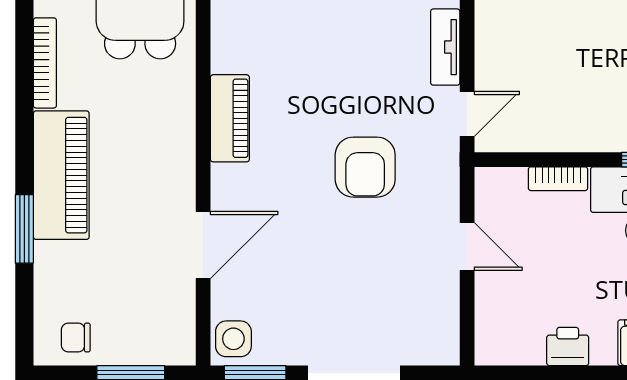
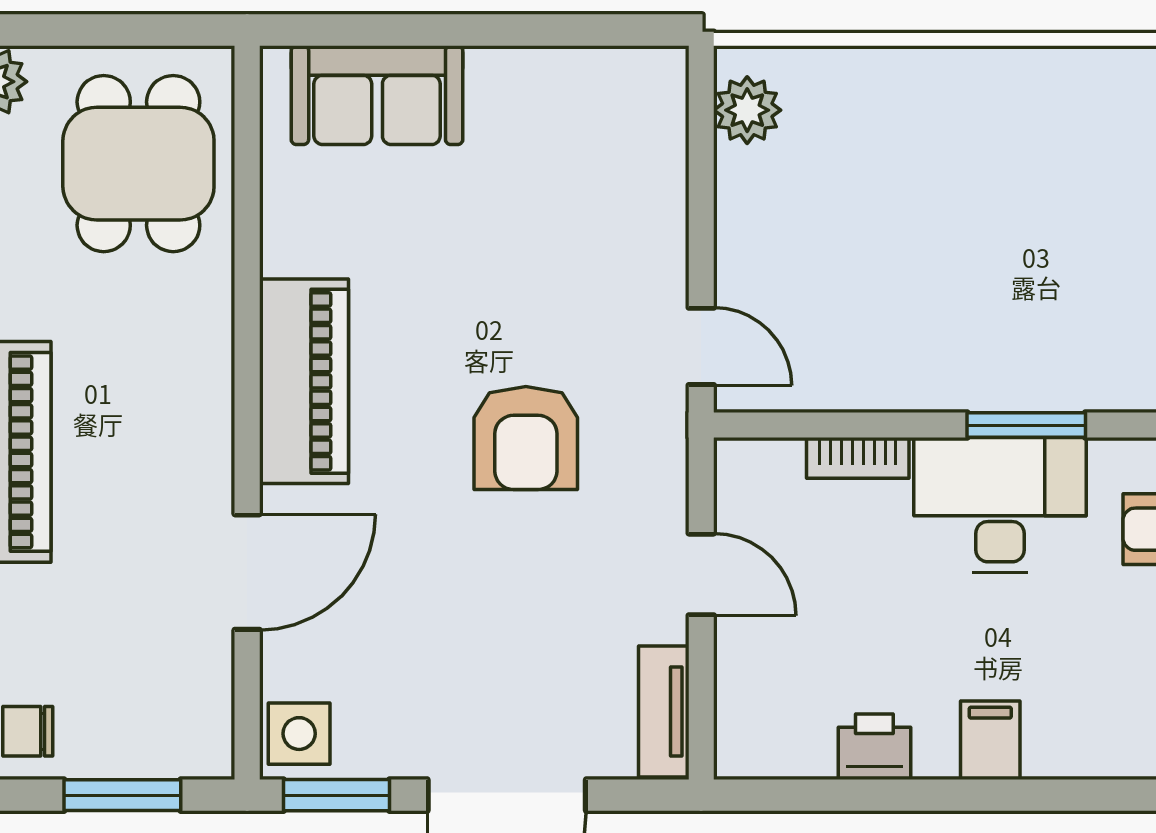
tv unit: (445, 47) -> (664, 711), moved
door: (467, 114) -> (701, 346), hinge flipped
piano: (230, 118) -> (304, 381), width x1.37, depth x1.33

